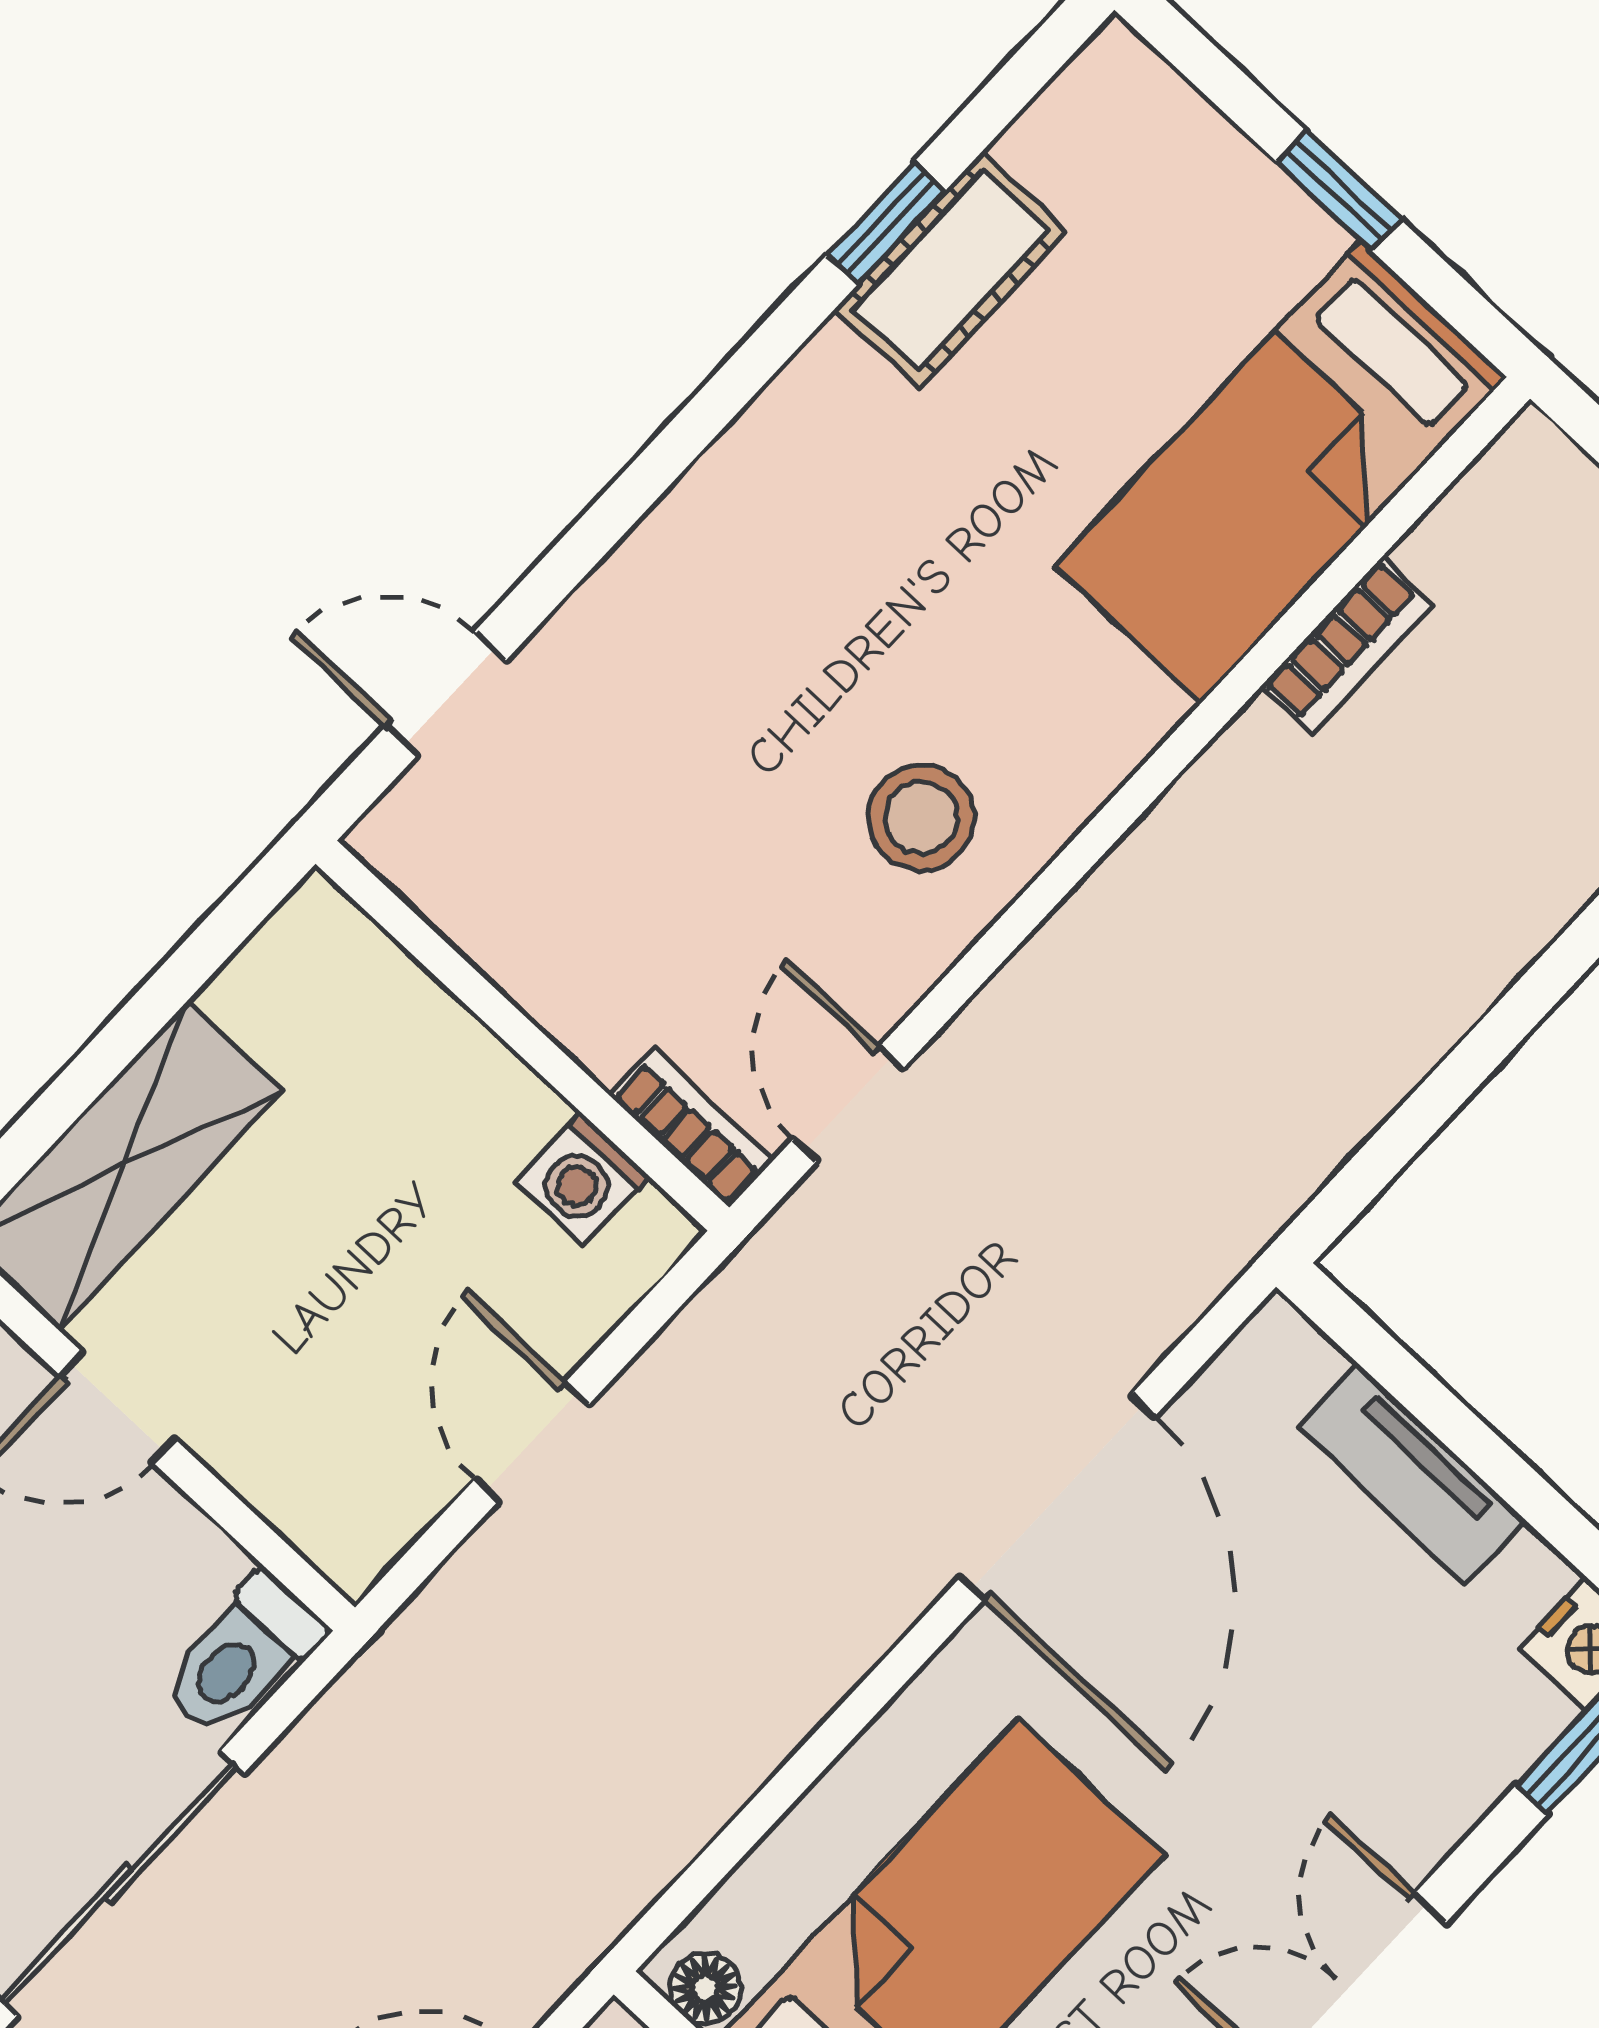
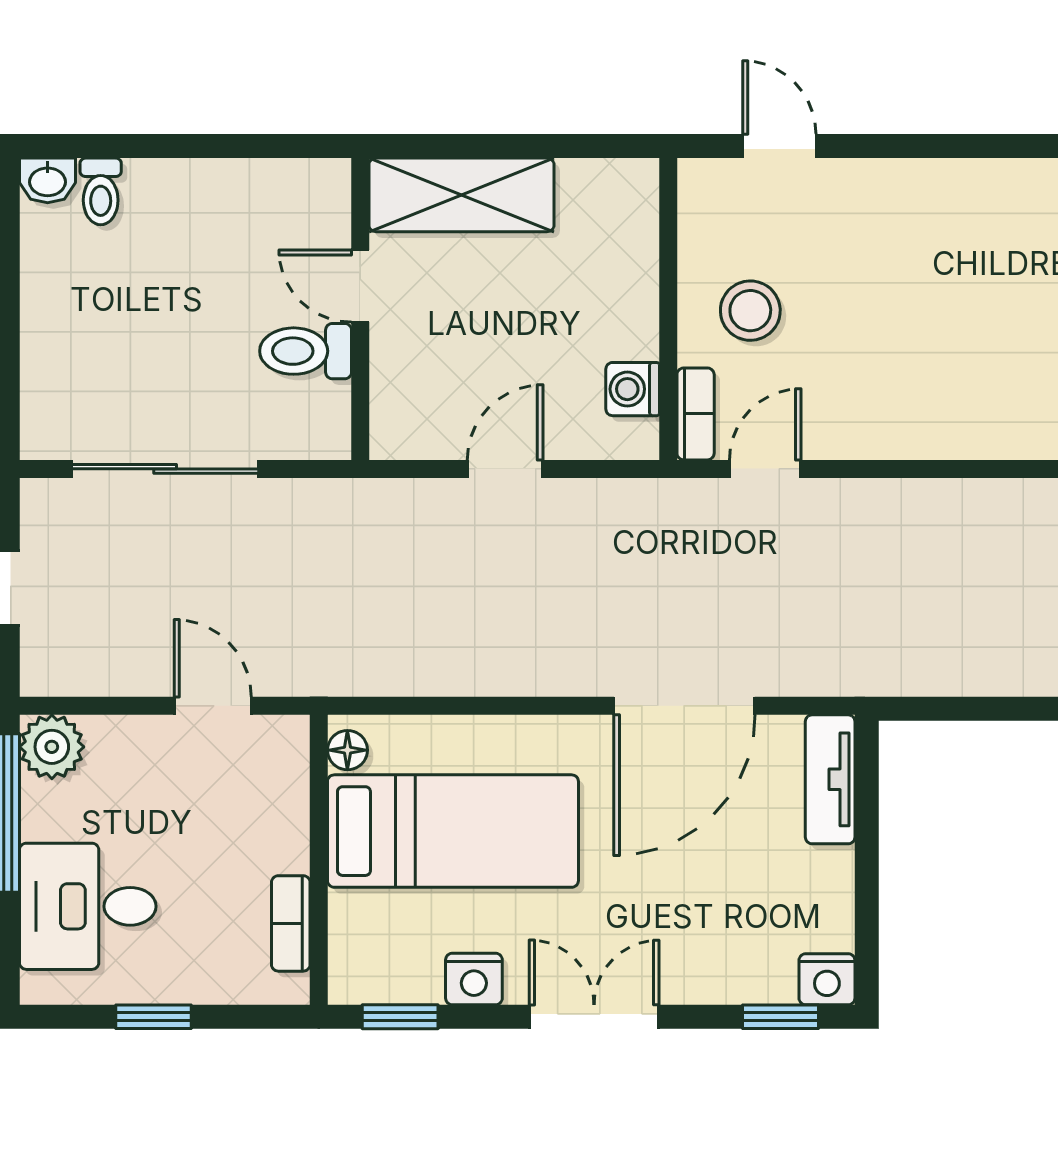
stool: (921, 817) -> (750, 311), moved
tv unit: (1412, 1474) -> (830, 779), moved
toilet: (242, 1656) -> (306, 351), moved

